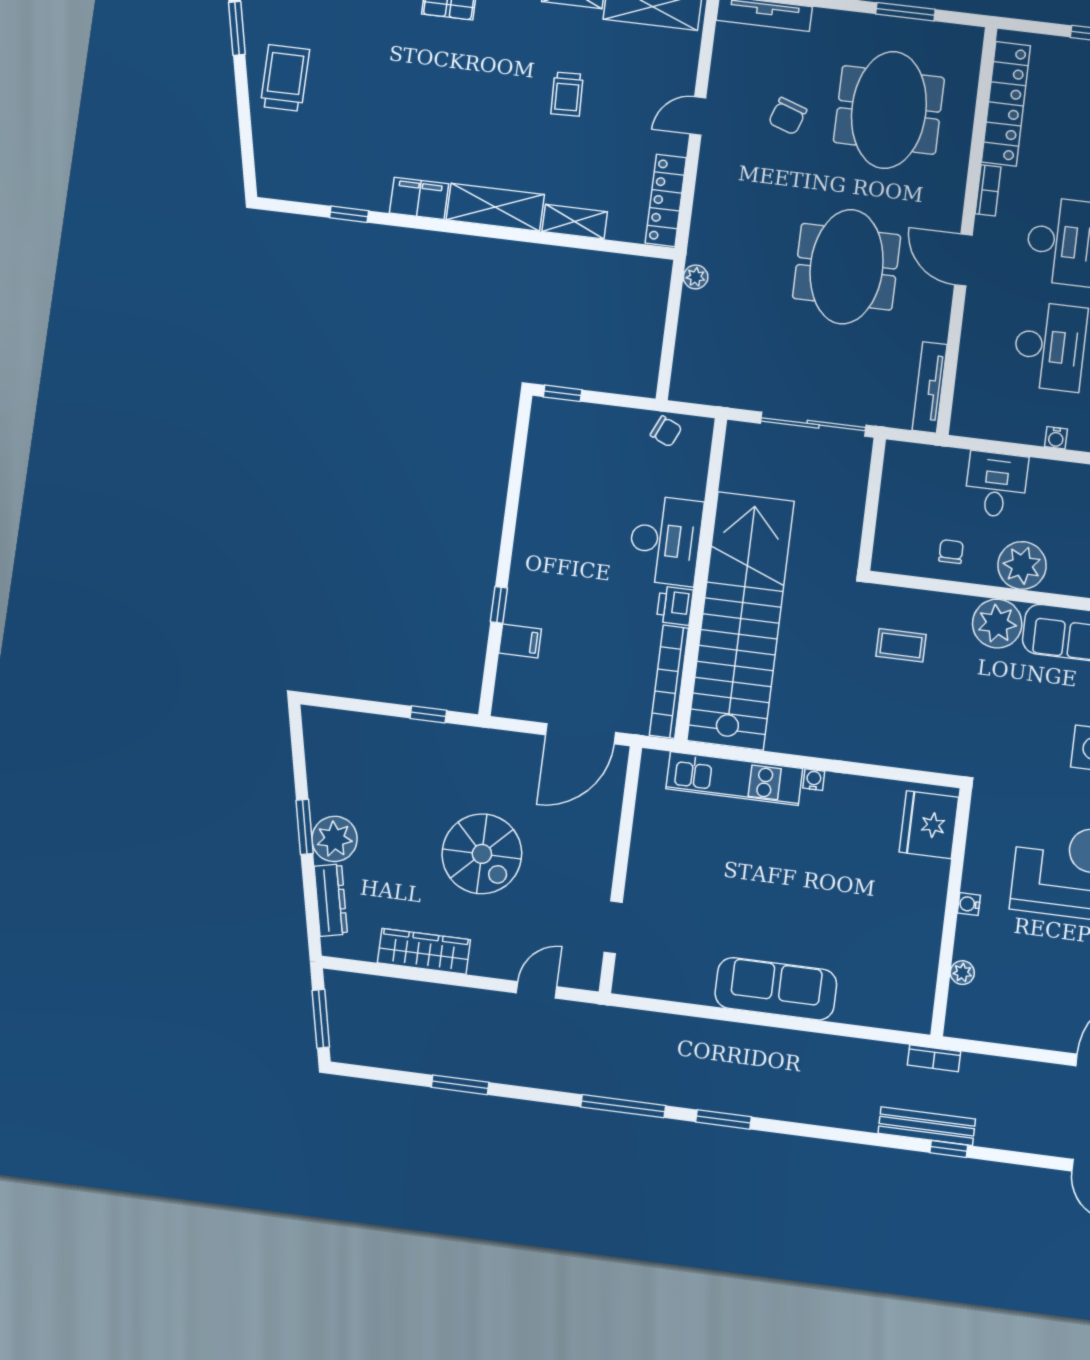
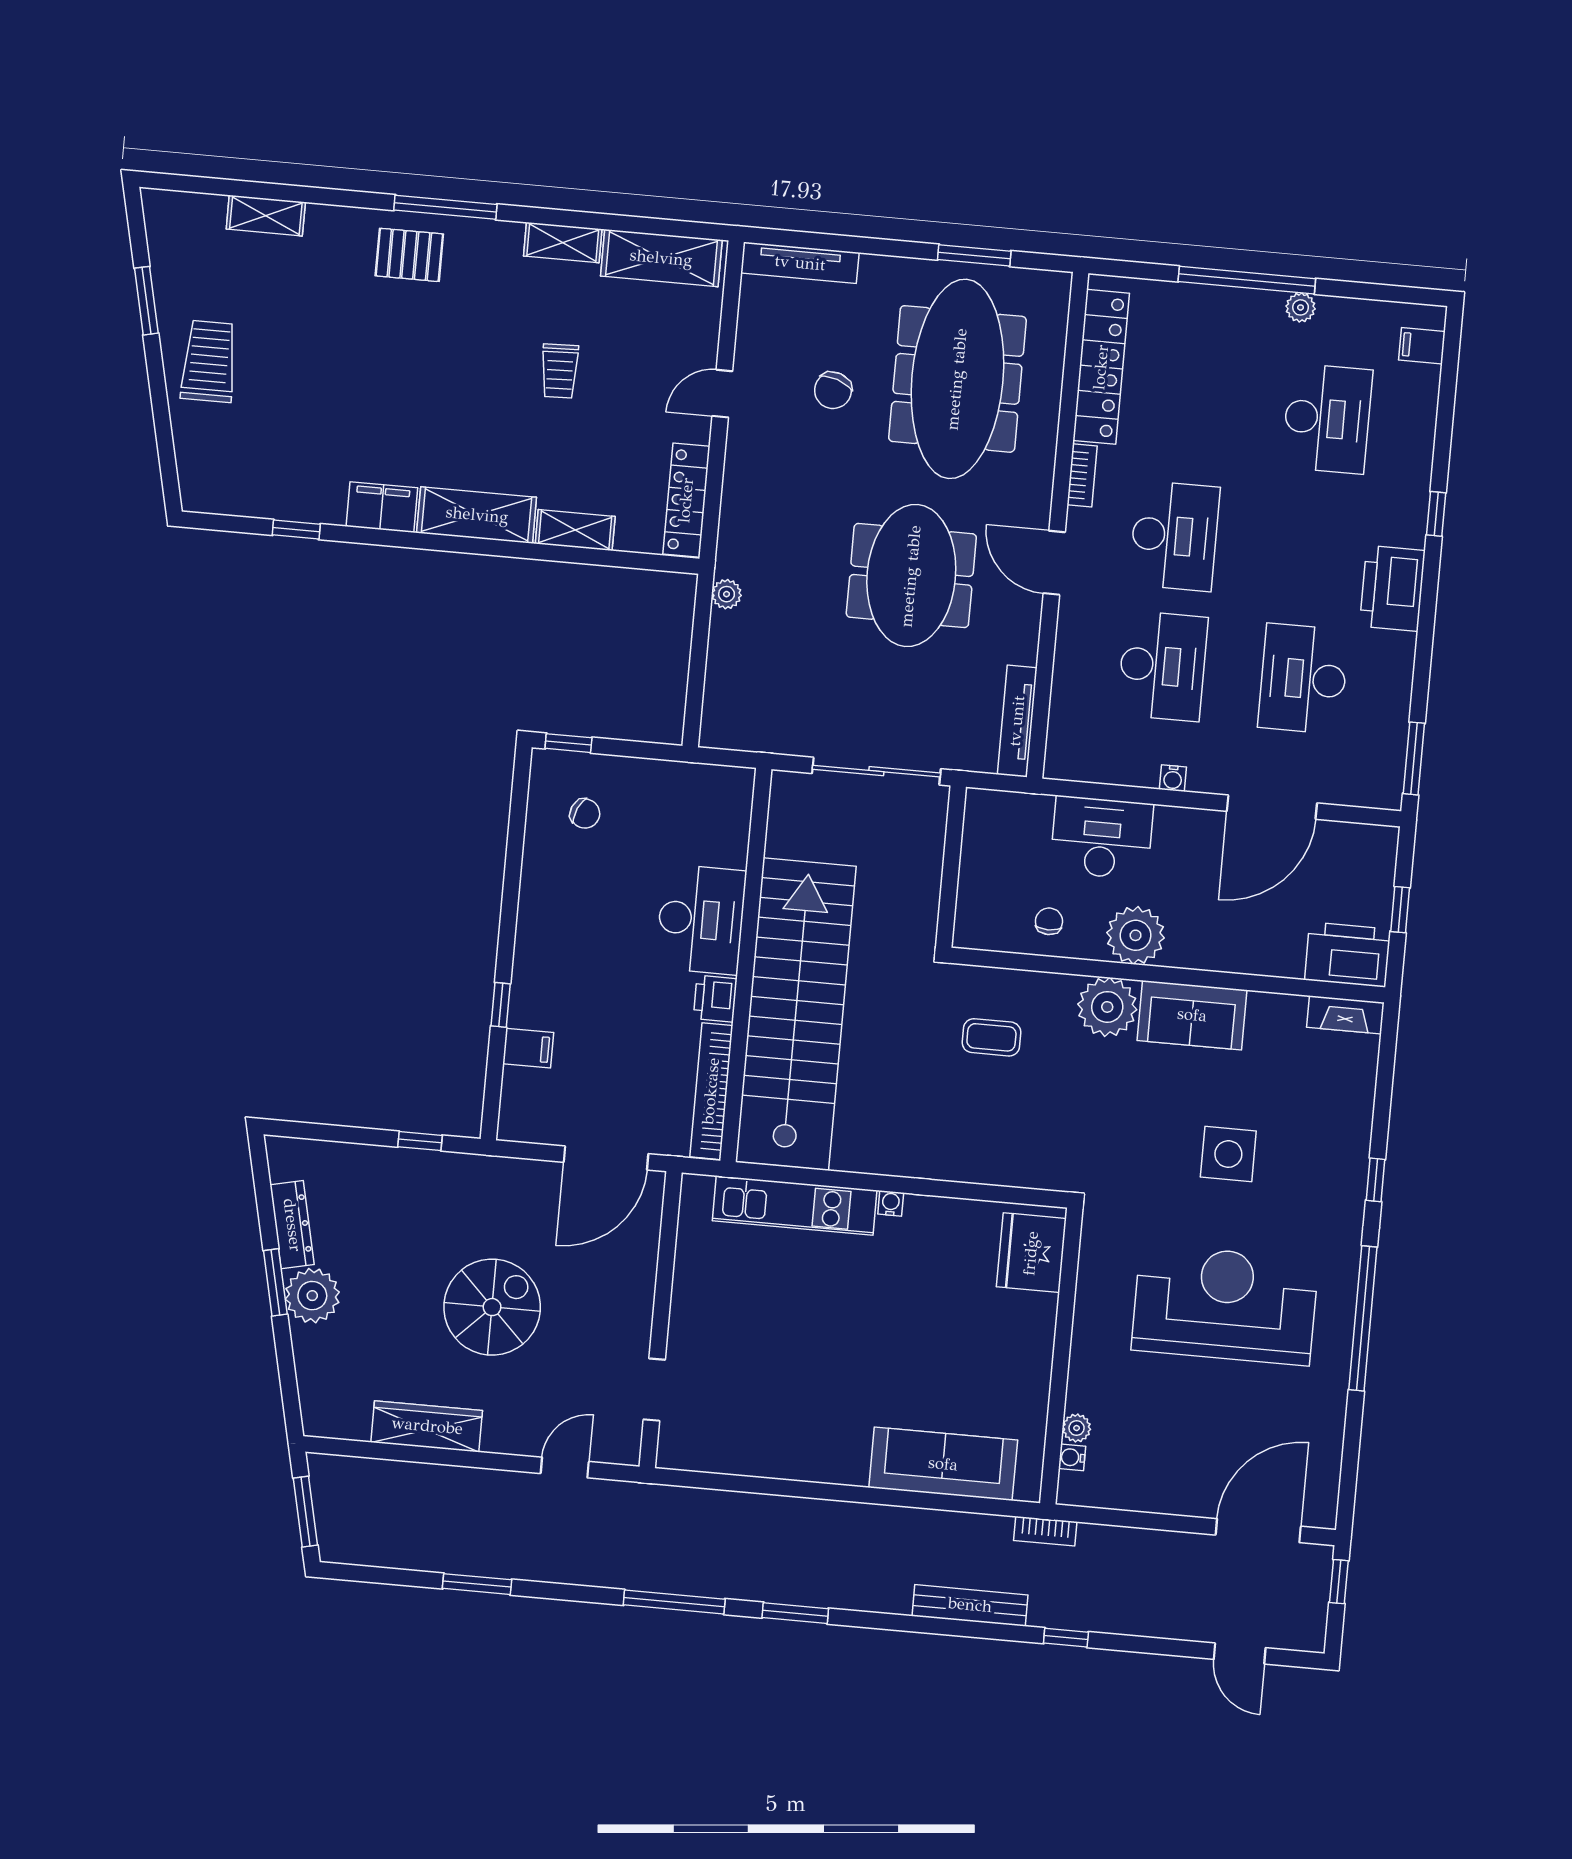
meeting table: (889, 110) -> (957, 379), width x1.36
chair: (666, 431) -> (585, 814), moved
desk: (996, 485) -> (1102, 838), width x1.37
spiral stairs: (482, 854) -> (492, 1307), turned -90
dresser: (331, 900) -> (292, 1225), moved
water cooler: (969, 904) -> (1072, 1457), moved
sofa: (776, 989) -> (943, 1464), moved
bench: (927, 1126) -> (970, 1605), moved

